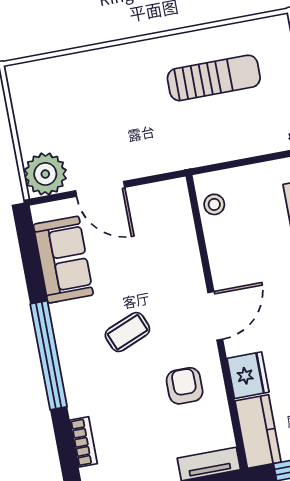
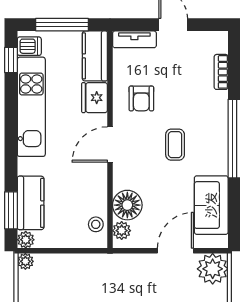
door: (100, 189) -> (175, 251), hinge flipped
plant: (178, 203) -> (122, 231), added
floor lamp: (177, 238) -> (127, 205), added
coffee table: (127, 332) -> (175, 145), turned -68

